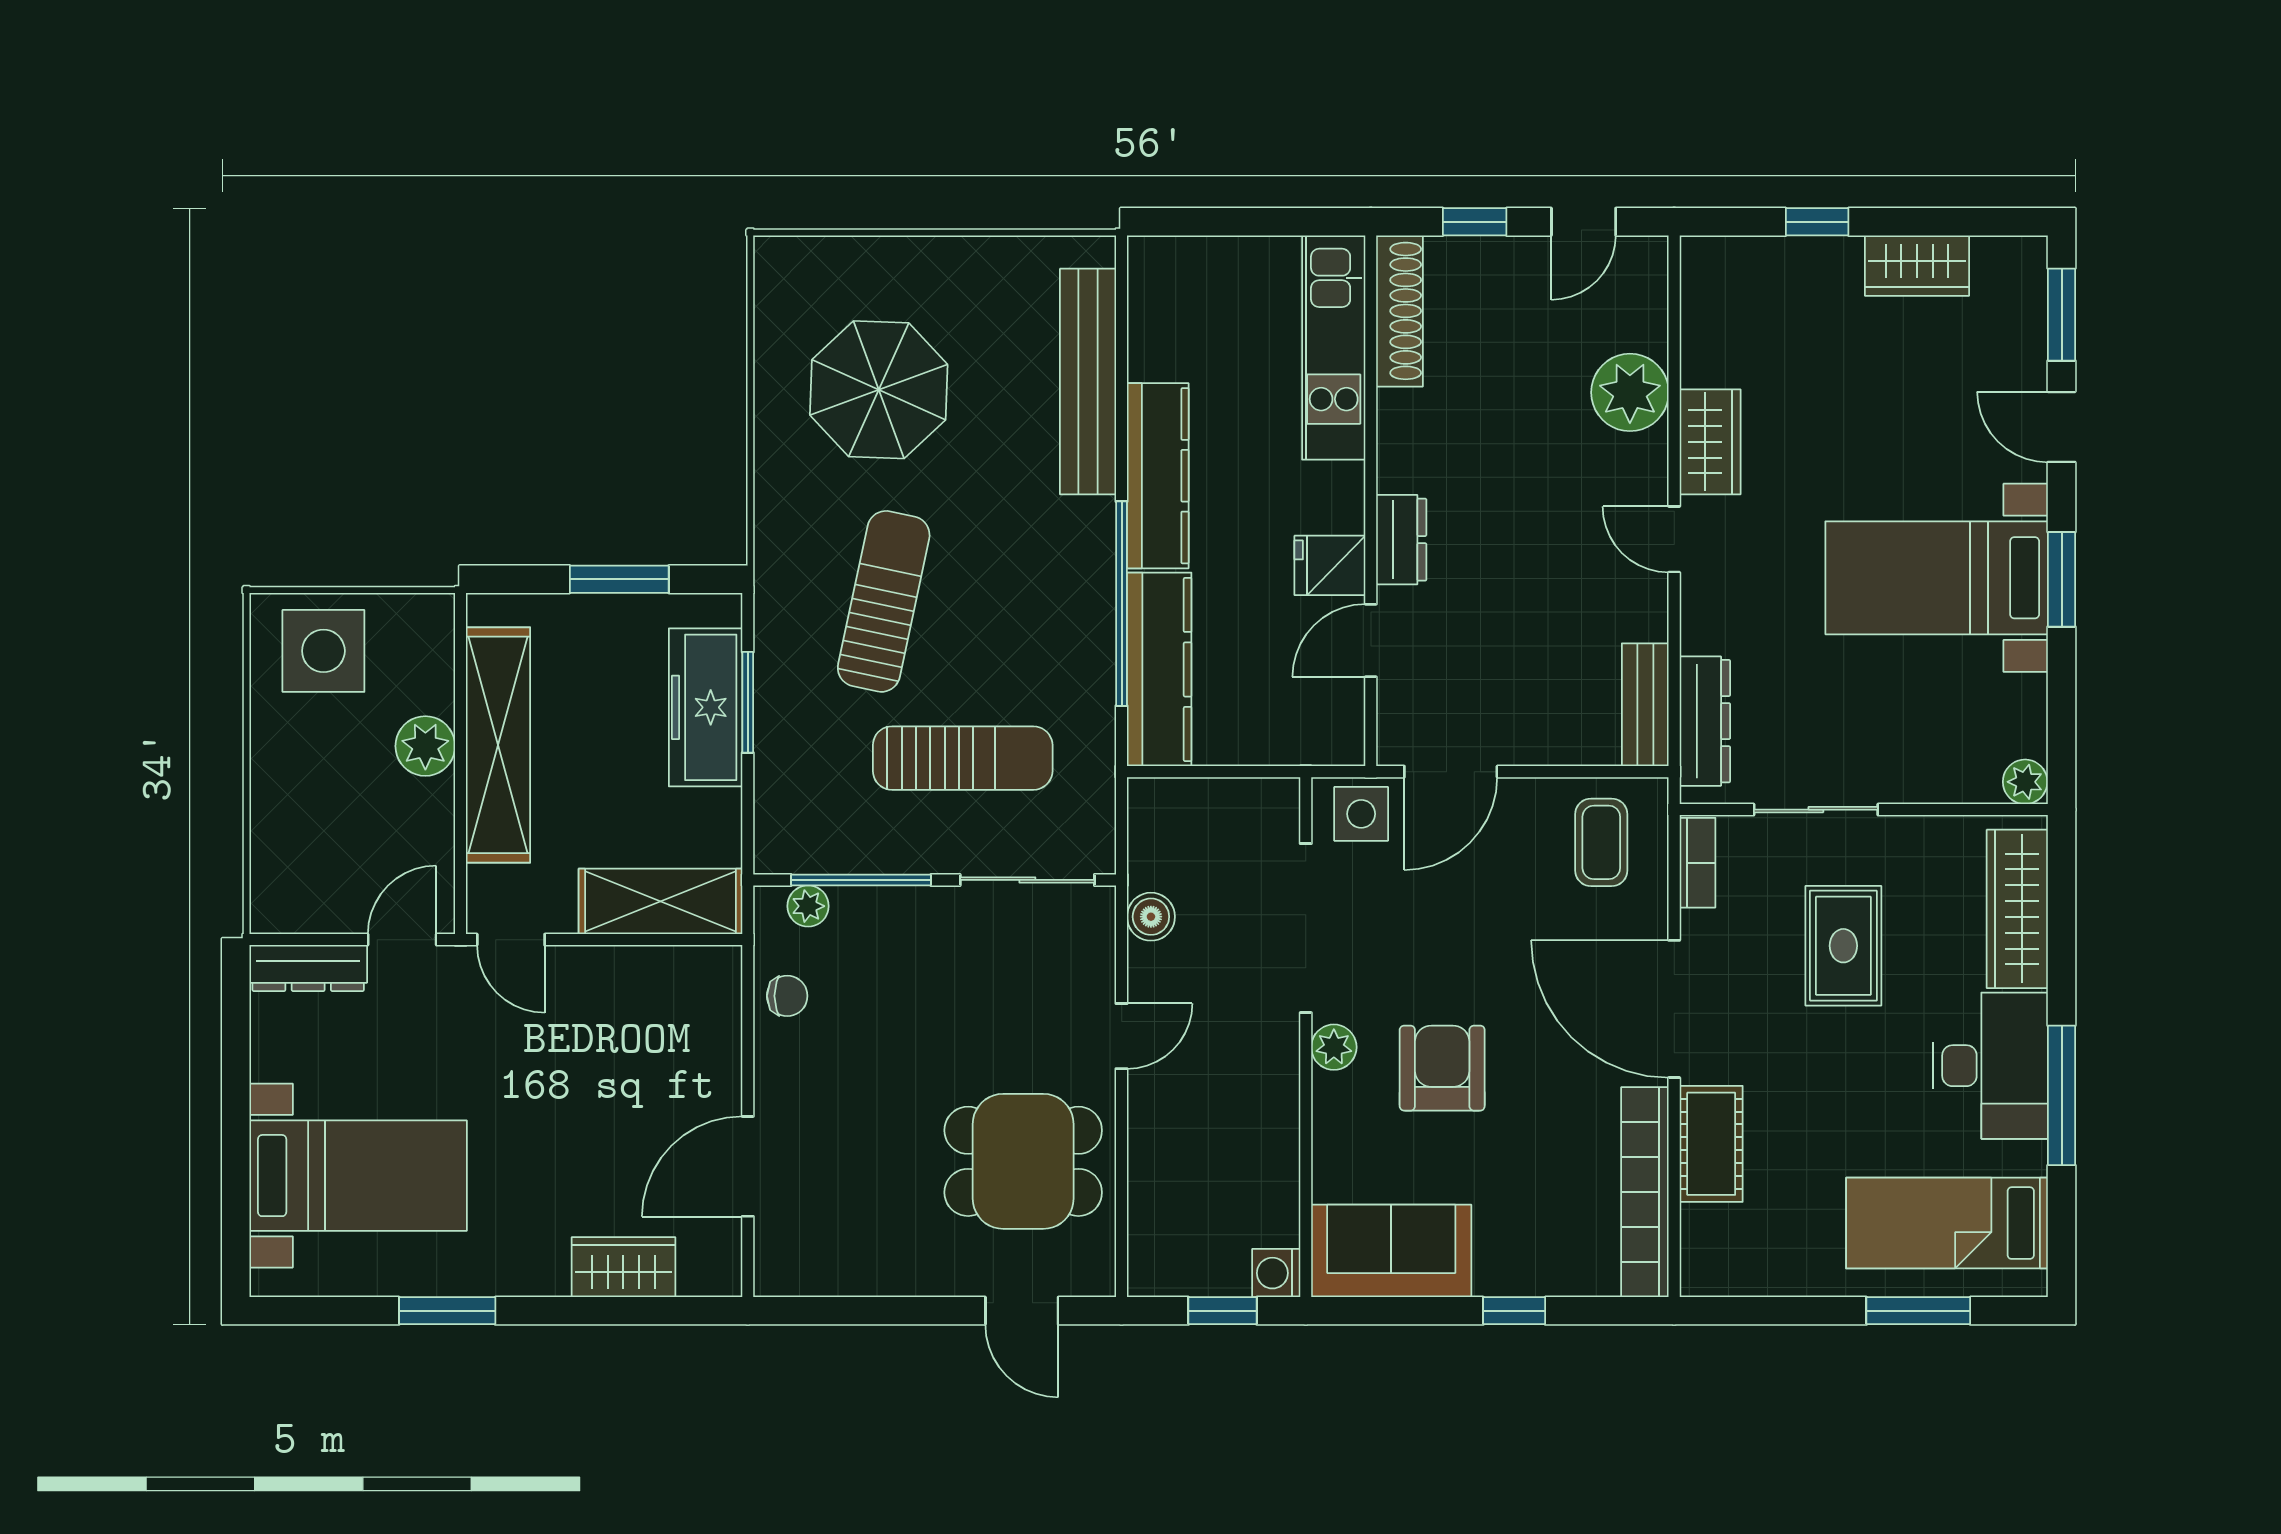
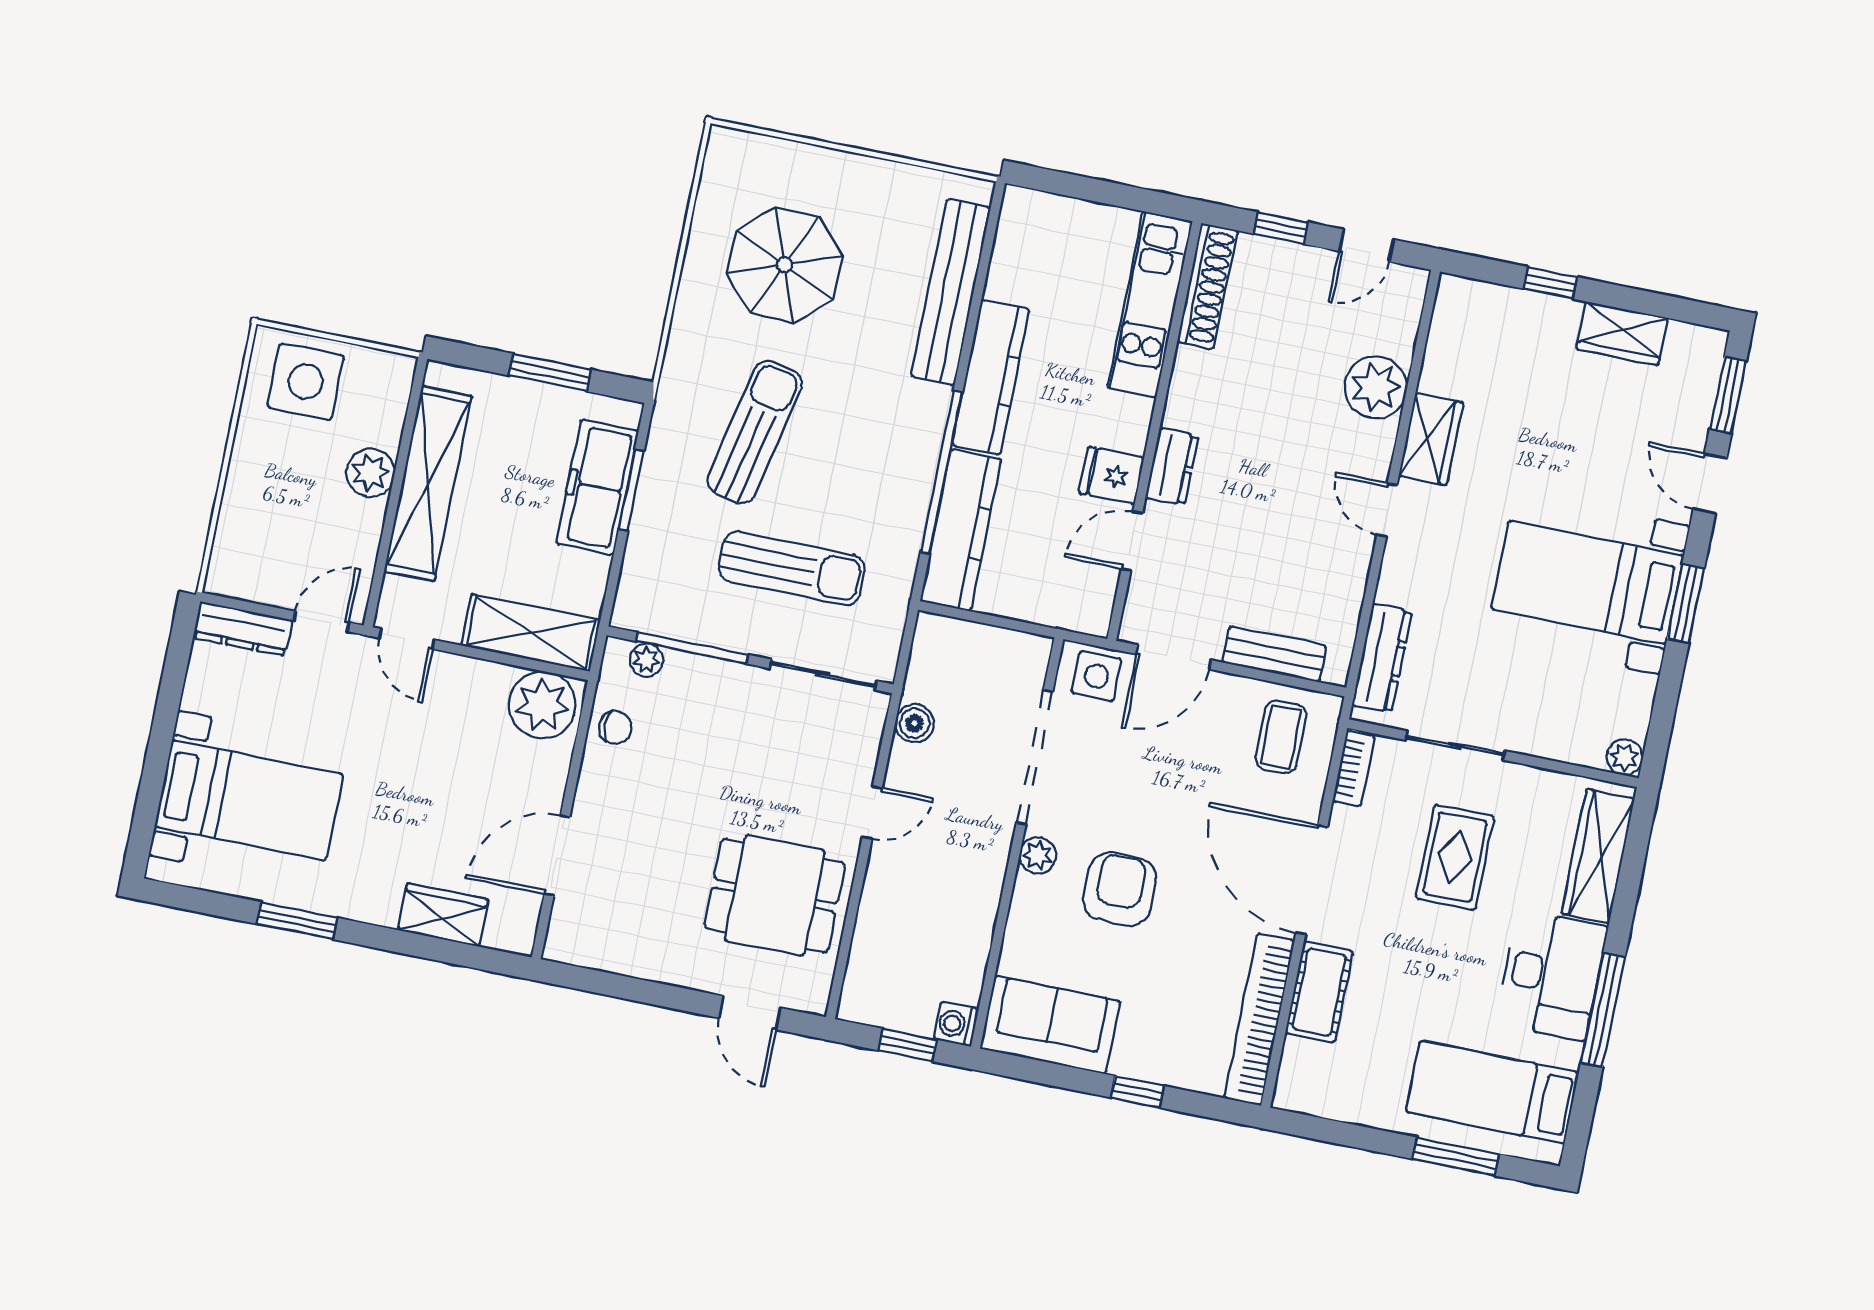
bench: (1645, 705) -> (1275, 654), moved, turned 90
plant: (692, 987) -> (542, 705), added

